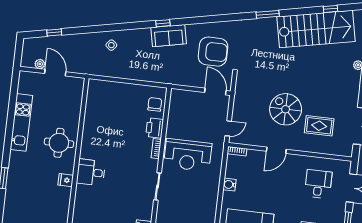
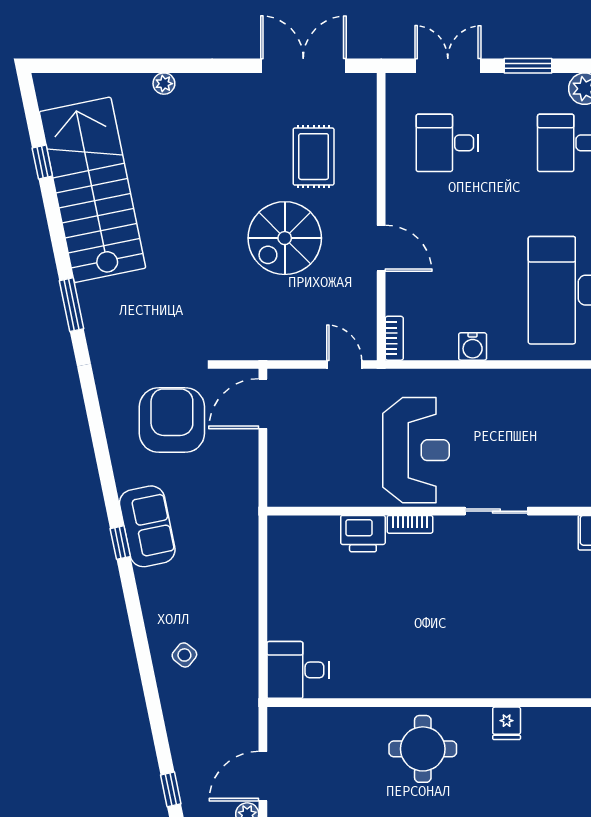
chair: (155, 104) -> (309, 539), removed
desk: (91, 172) -> (298, 670), moved, turned 90

